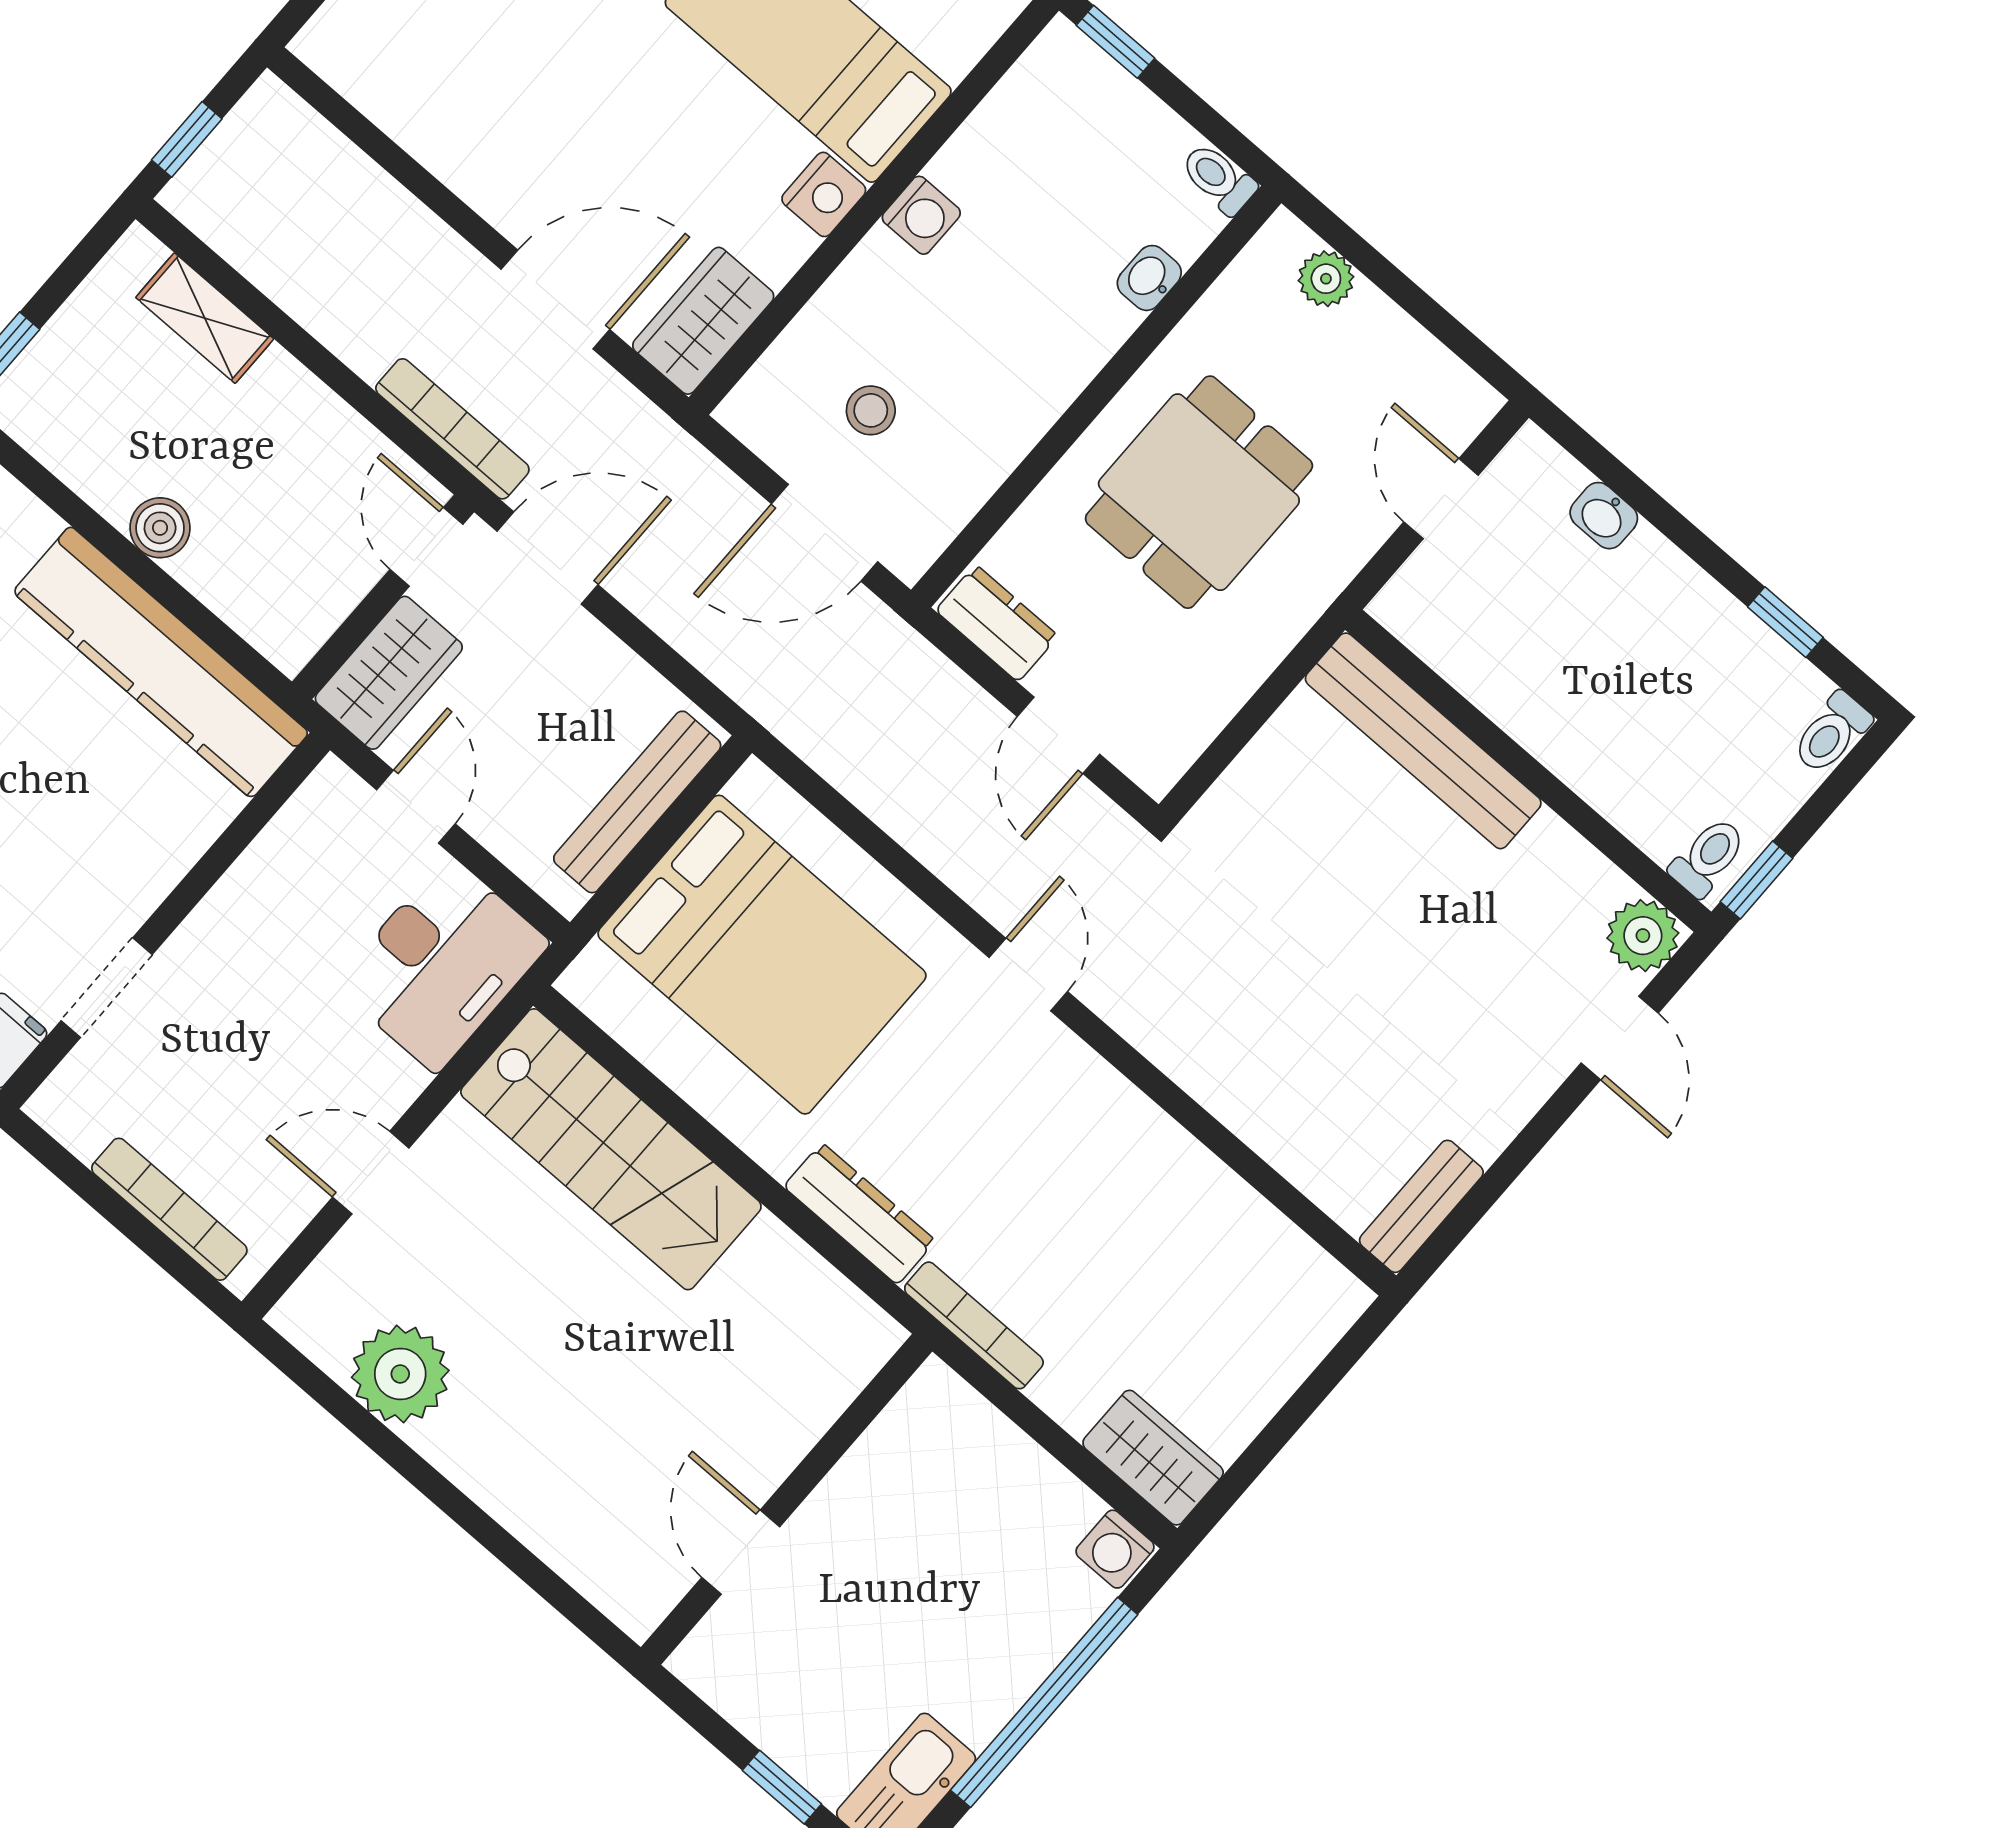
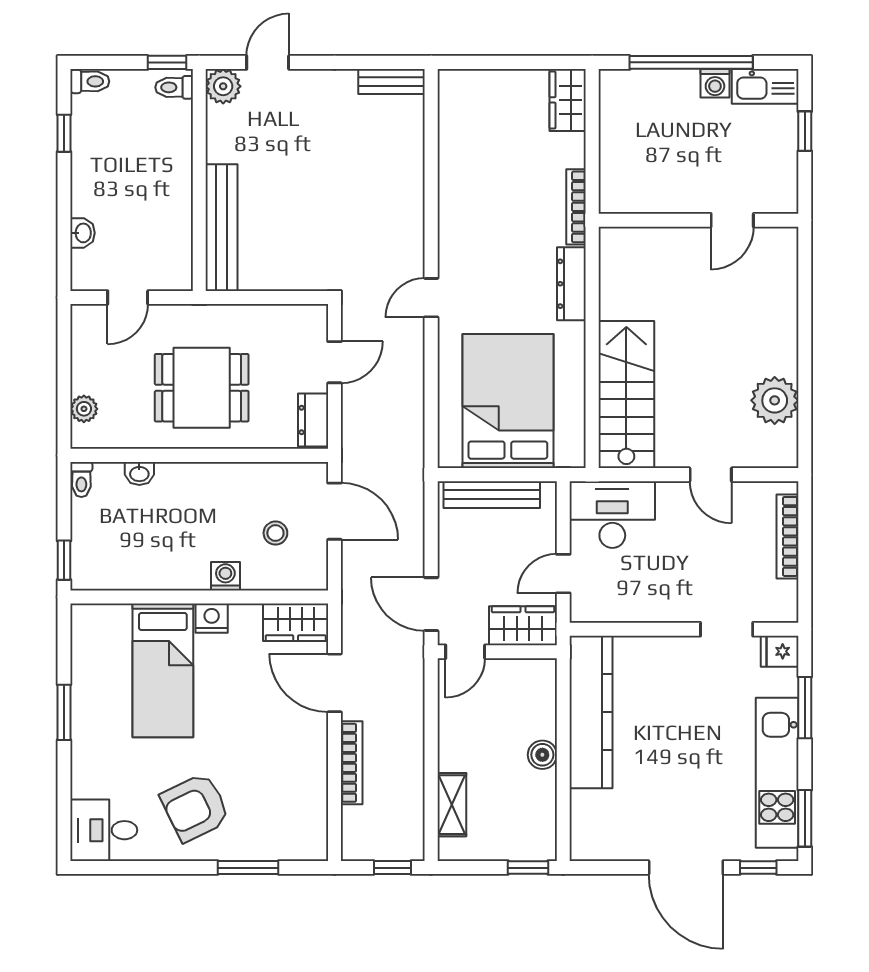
washing machine: (921, 215) -> (225, 576), moved
bookcase: (452, 429) -> (352, 763), moved, turned 180
washing machine: (1115, 1549) -> (715, 83), moved, turned 90

